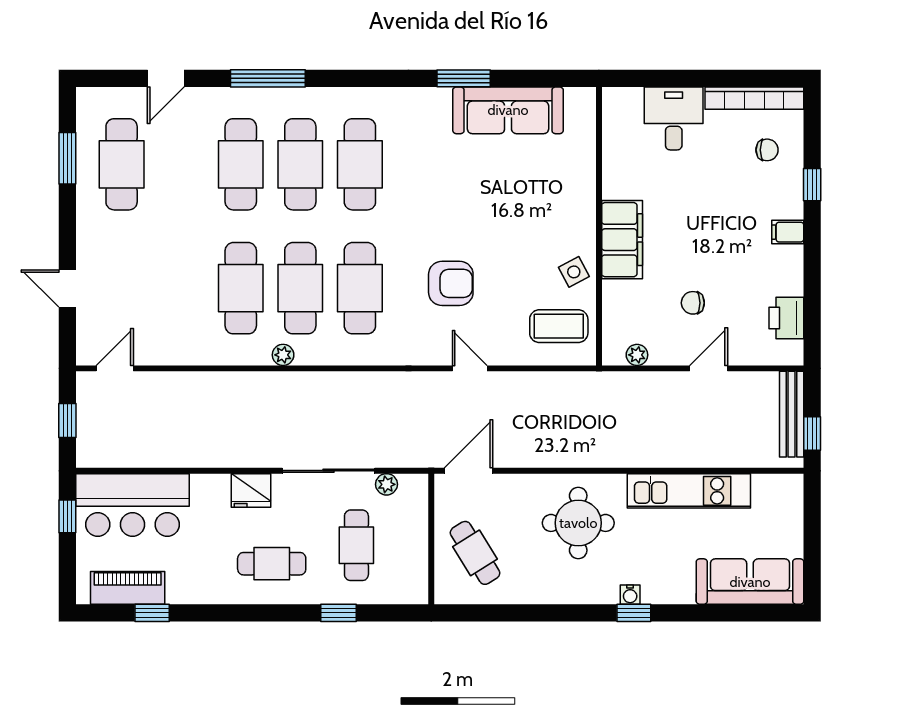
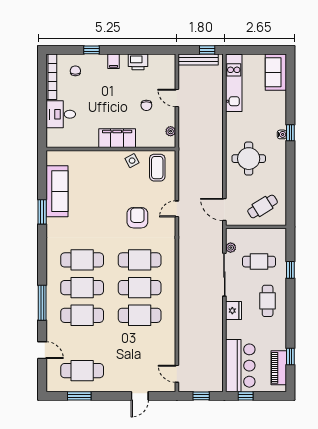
printer: (786, 318) -> (138, 62), moved
plant: (283, 355) -> (171, 296), removed
kitchen unit: (689, 491) -> (234, 83), moved
sofa: (750, 582) -> (276, 72), width x0.73

